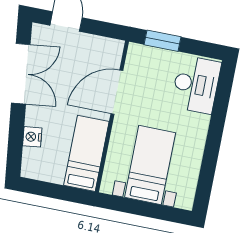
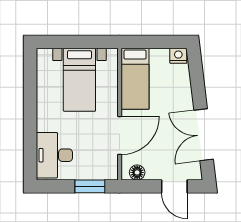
floor lamp: (105, 46) -> (137, 172), added
nightstand: (32, 137) -> (178, 56), moved, turned -83

